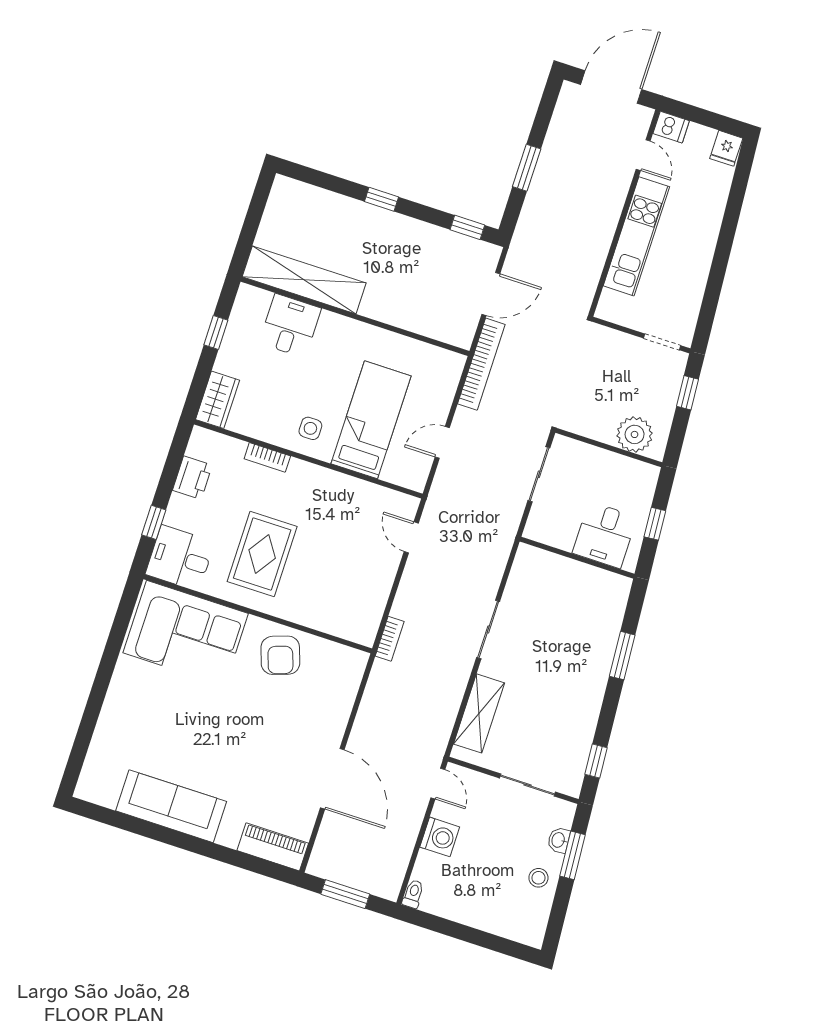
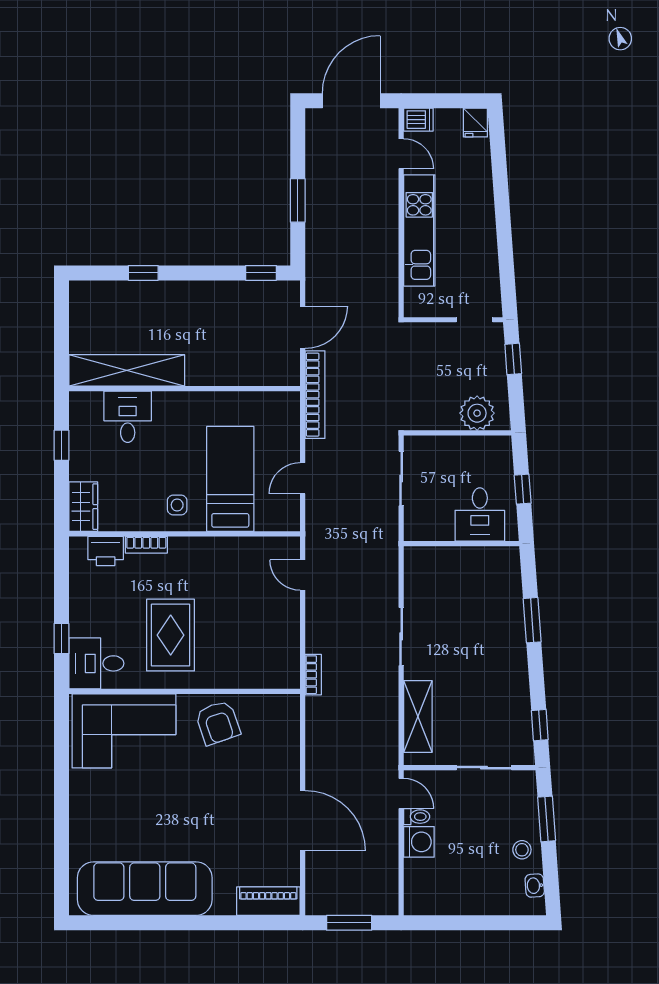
window: (381, 199) -> (143, 273), moved
printer: (192, 478) -> (106, 551), moved, turned 90
sofa: (171, 806) -> (145, 889), width x1.36, depth x1.27
washbasin: (559, 840) -> (535, 886), moved
toilet: (413, 894) -> (417, 817), moved, turned 90

